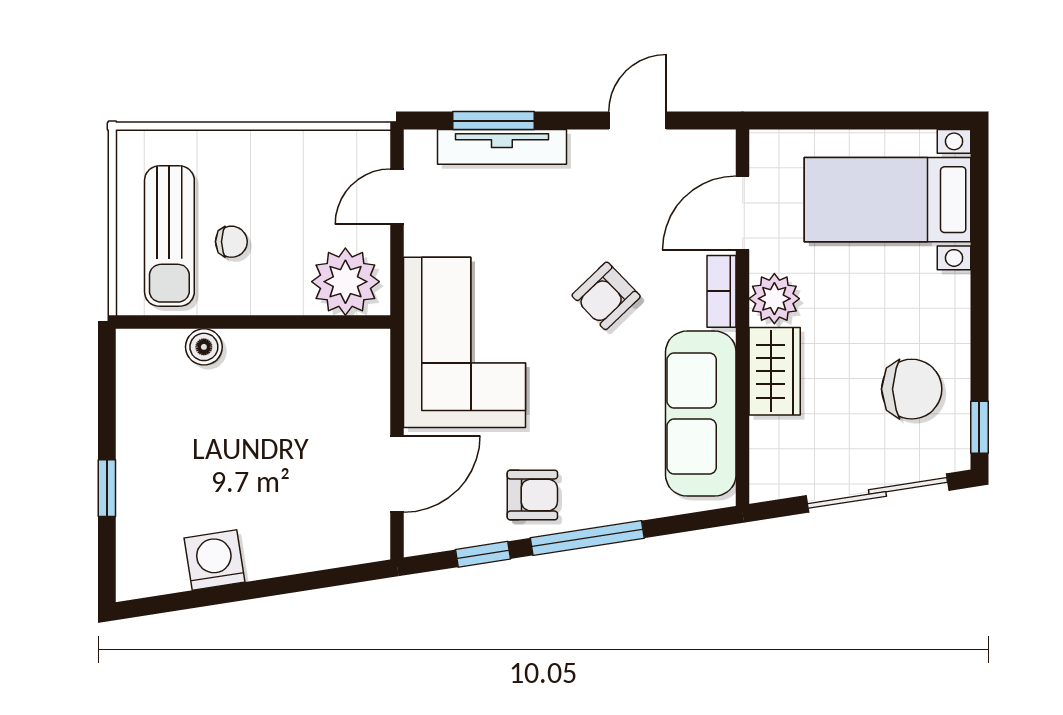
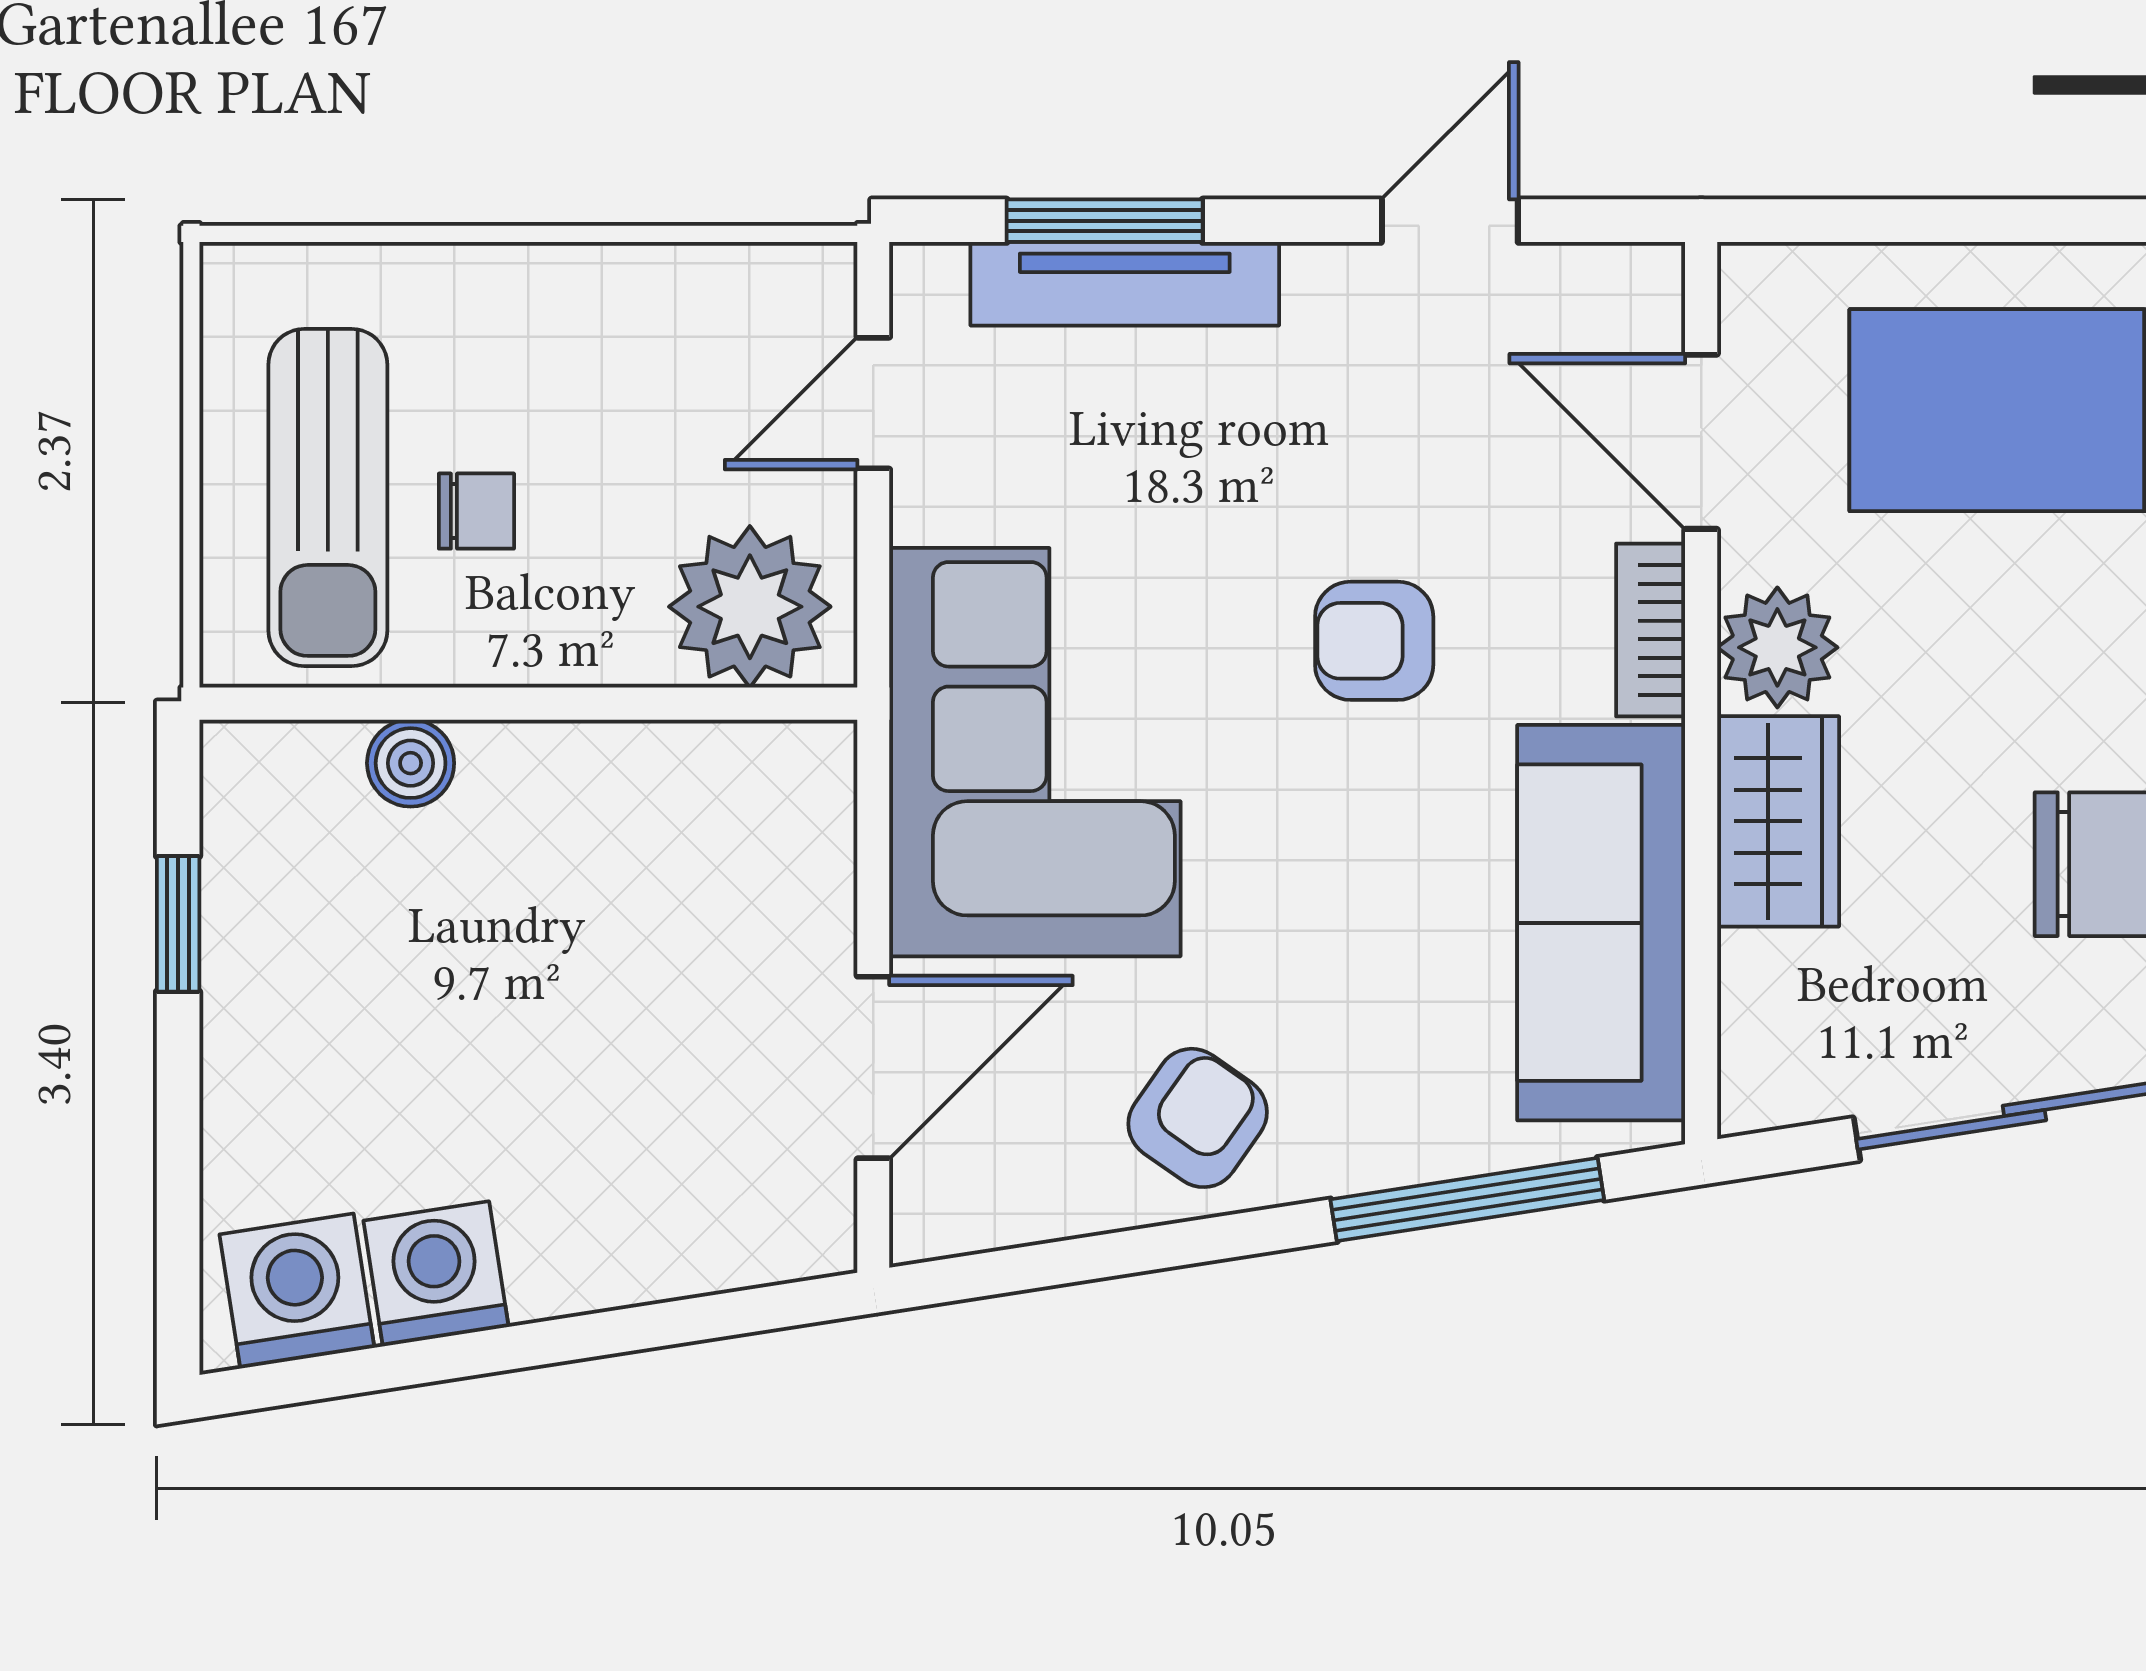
door: (743, 213) -> (1701, 442), hinge flipped
armchair: (606, 296) -> (1374, 641), turned 44
window: (107, 488) -> (178, 924), moved
armchair: (532, 495) -> (1198, 1118), turned -55
window: (587, 538) -> (1467, 1200), moved
window: (483, 554) -> (1079, 1260), removed
washing machine: (156, 567) -> (297, 1291), added

